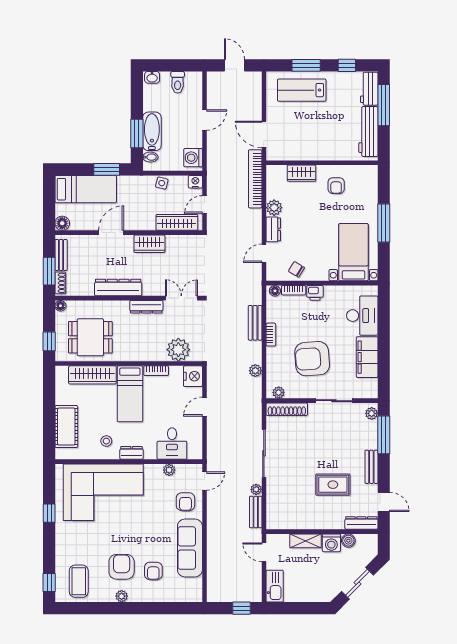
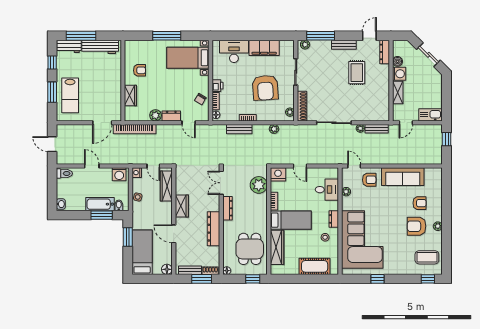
door: (234, 65) -> (52, 144), hinge flipped
toilet: (178, 82) -> (64, 173), moved

